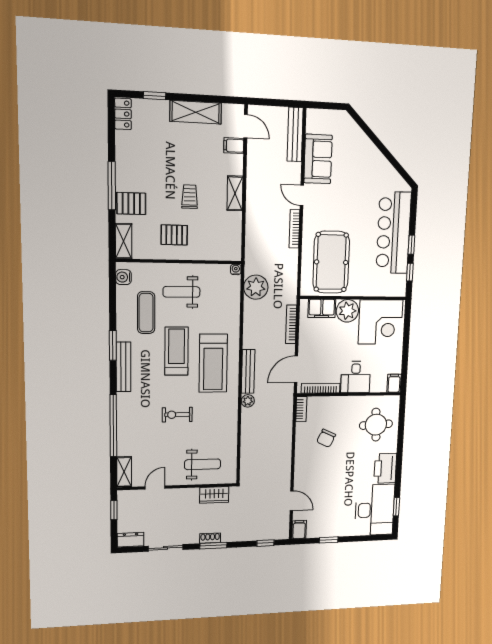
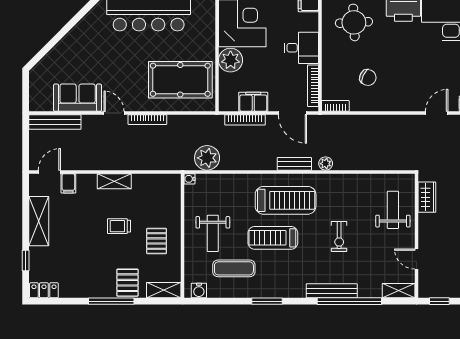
door: (302, 195) -> (114, 113), swing flipped
filing cabinet: (322, 308) -> (253, 102), moved, turned -90
bench: (123, 367) -> (332, 291), moved
bench: (248, 371) -> (294, 164), width x0.73

